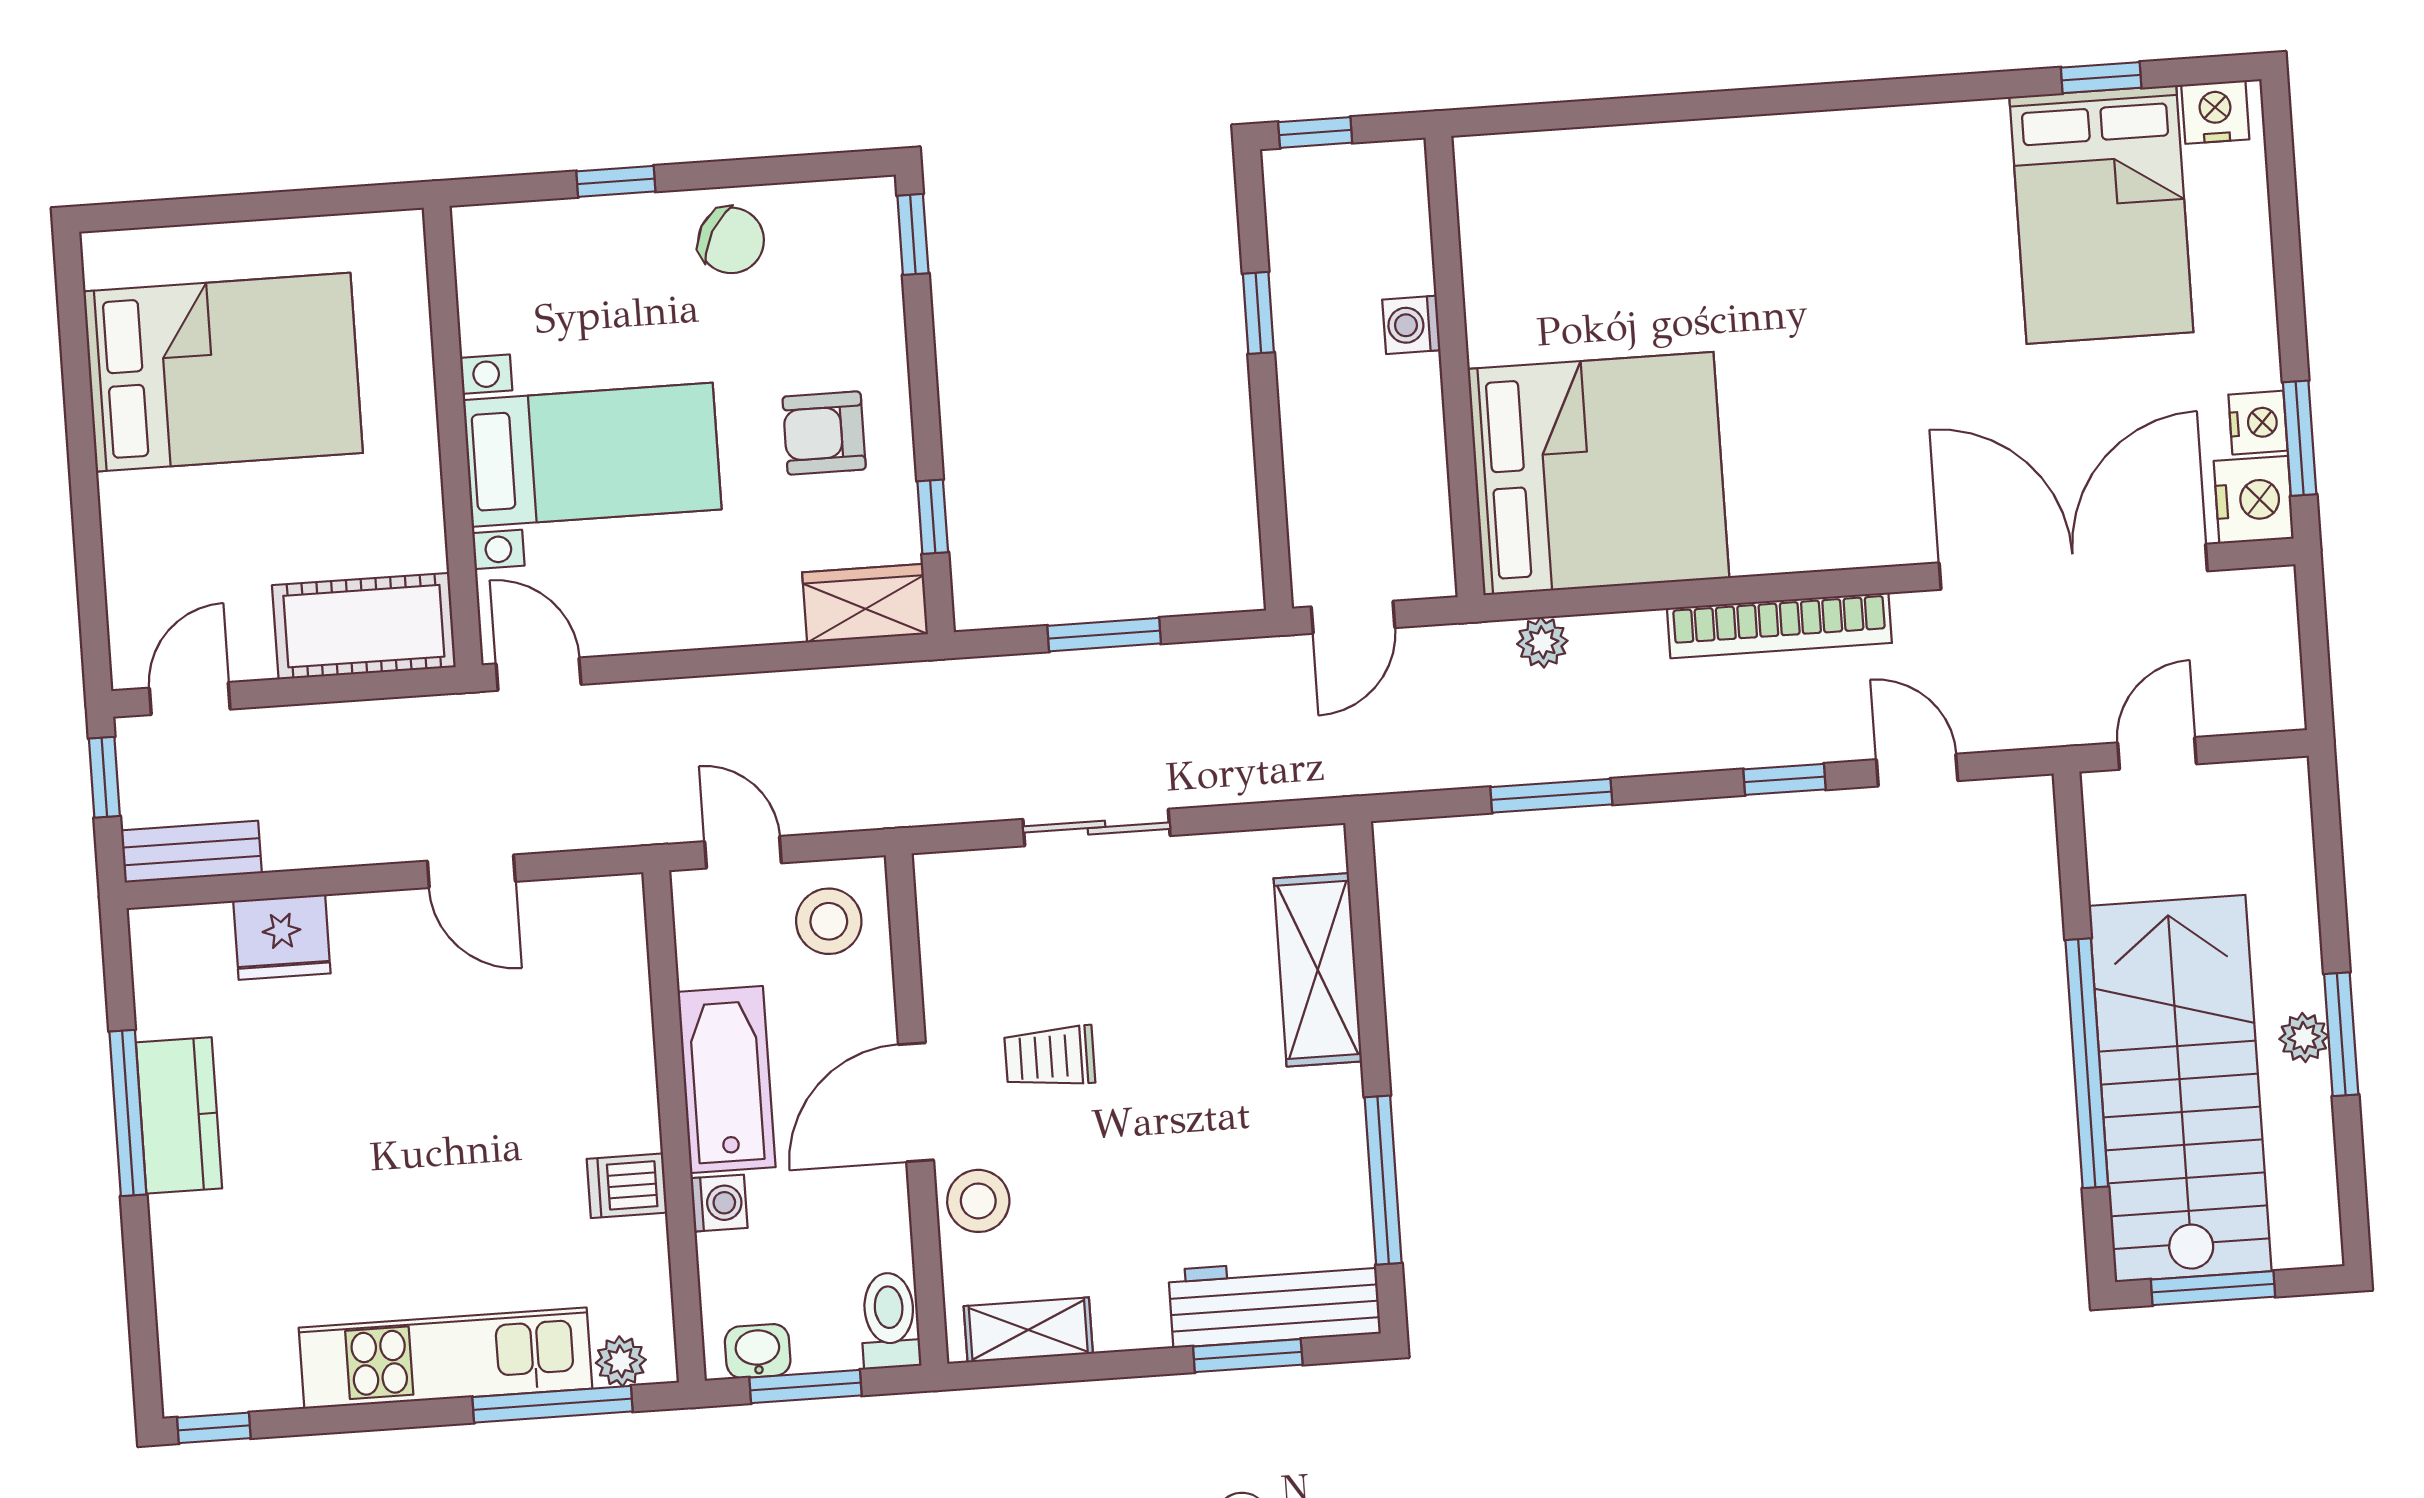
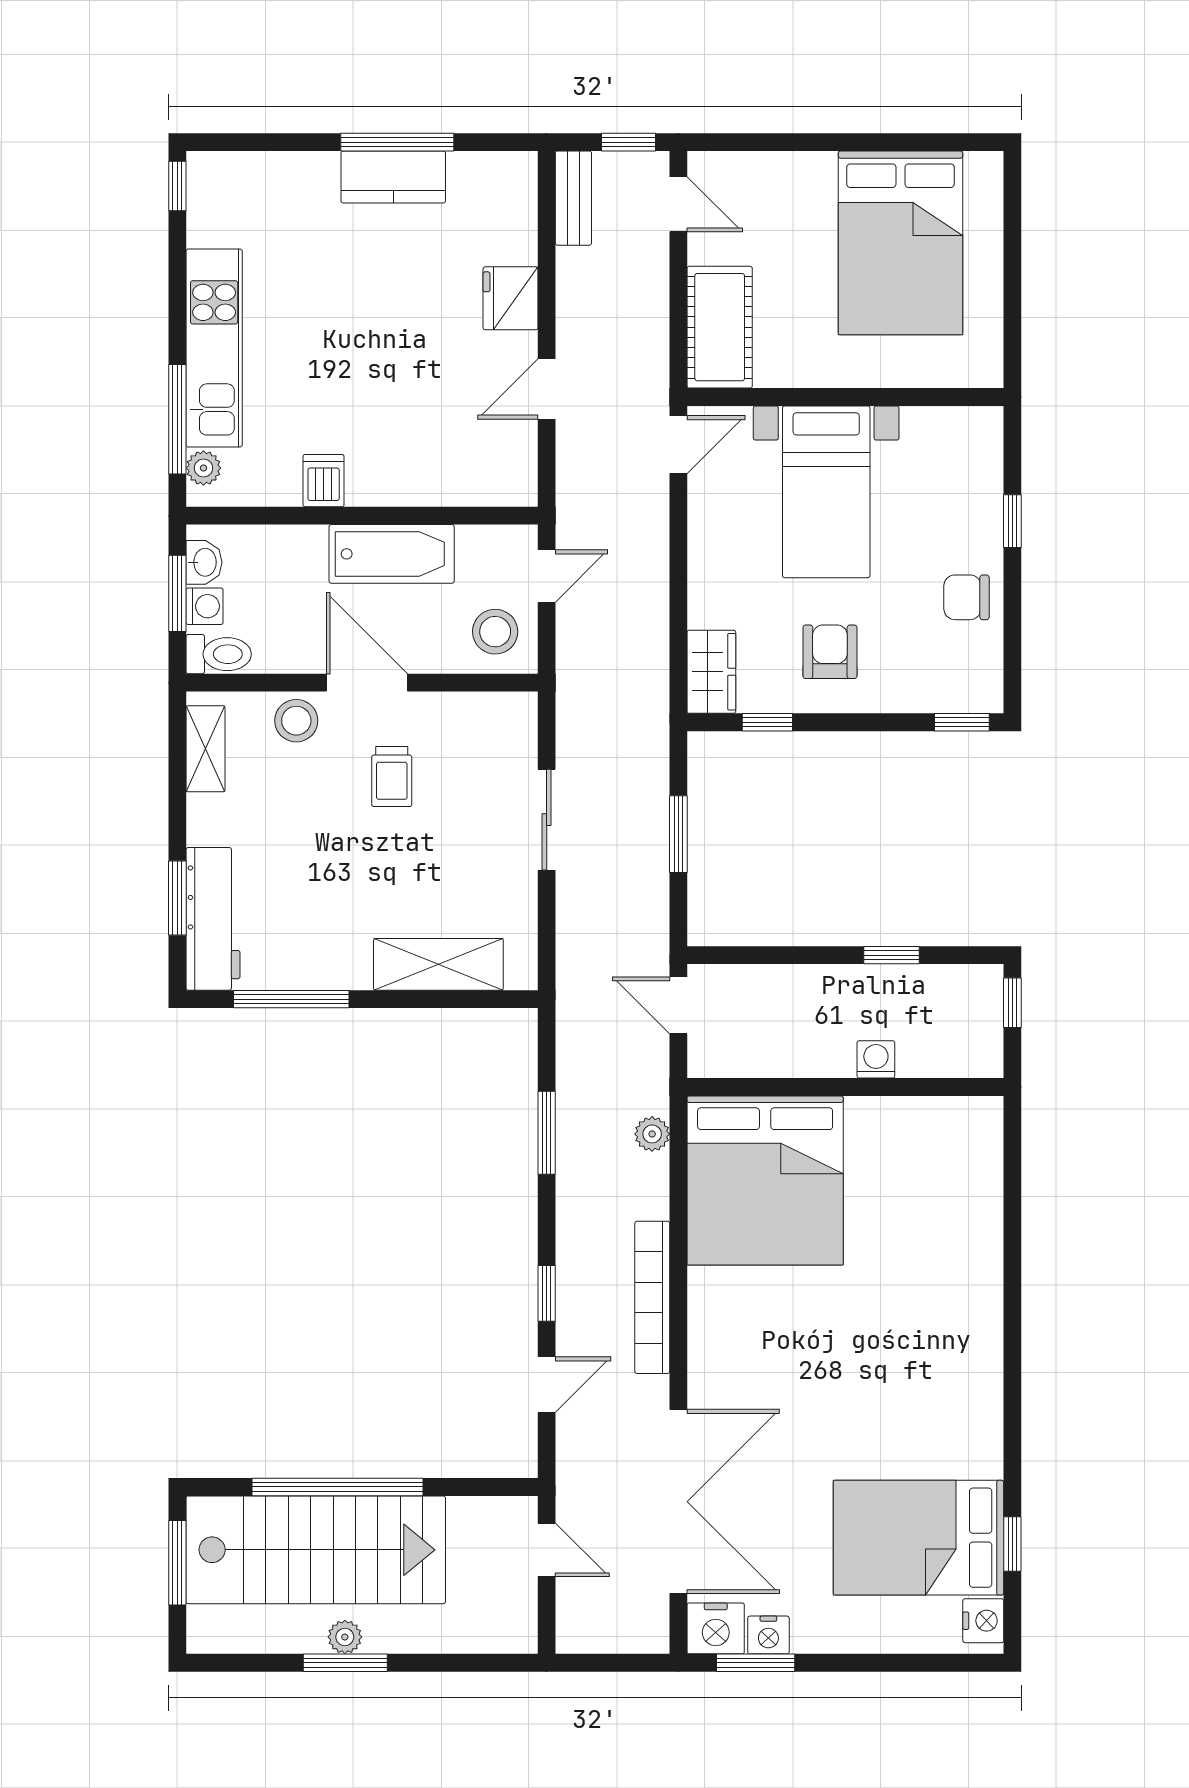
chair: (731, 240) -> (966, 597), turned 61
fridge: (282, 937) -> (511, 298), moved
trolley: (1050, 1057) -> (392, 777), turned 180
washing machine: (719, 1203) -> (205, 606), moved, turned -90

